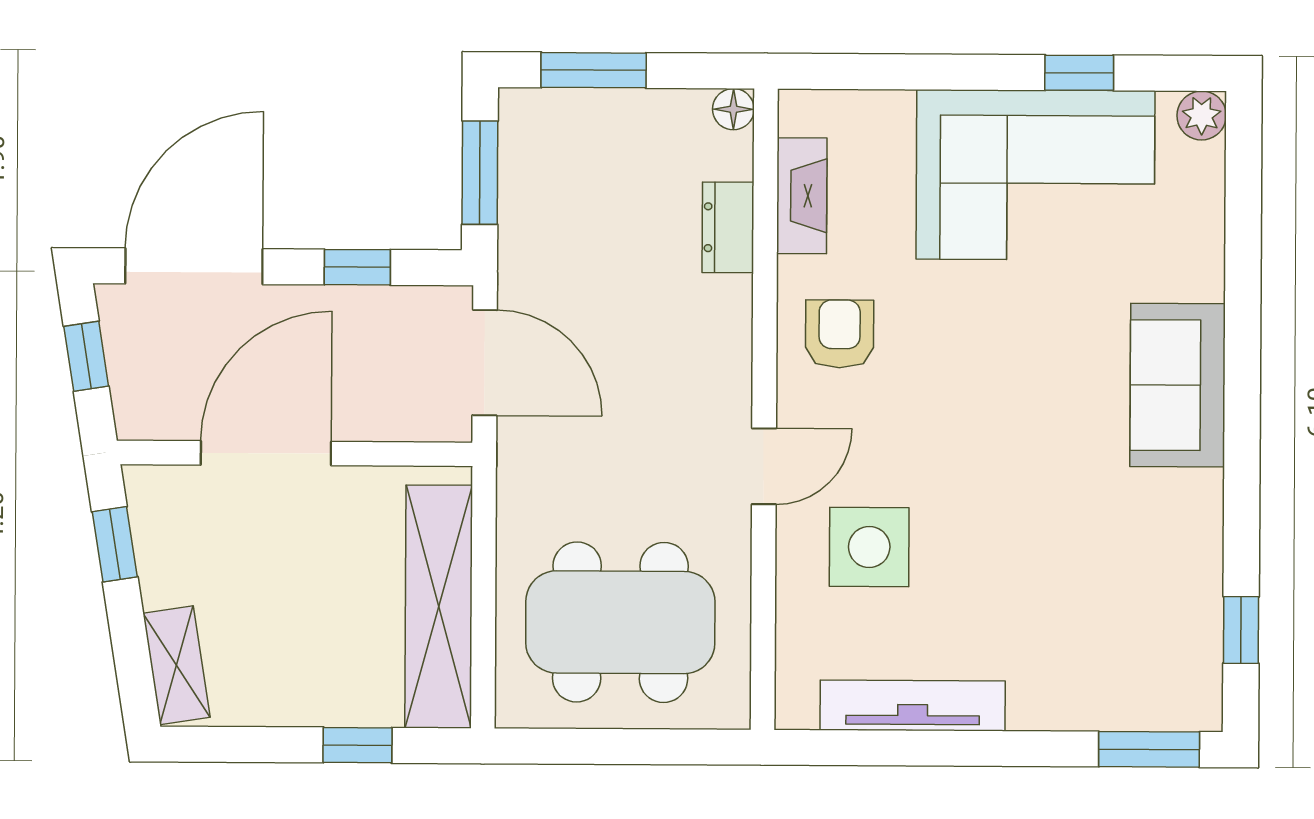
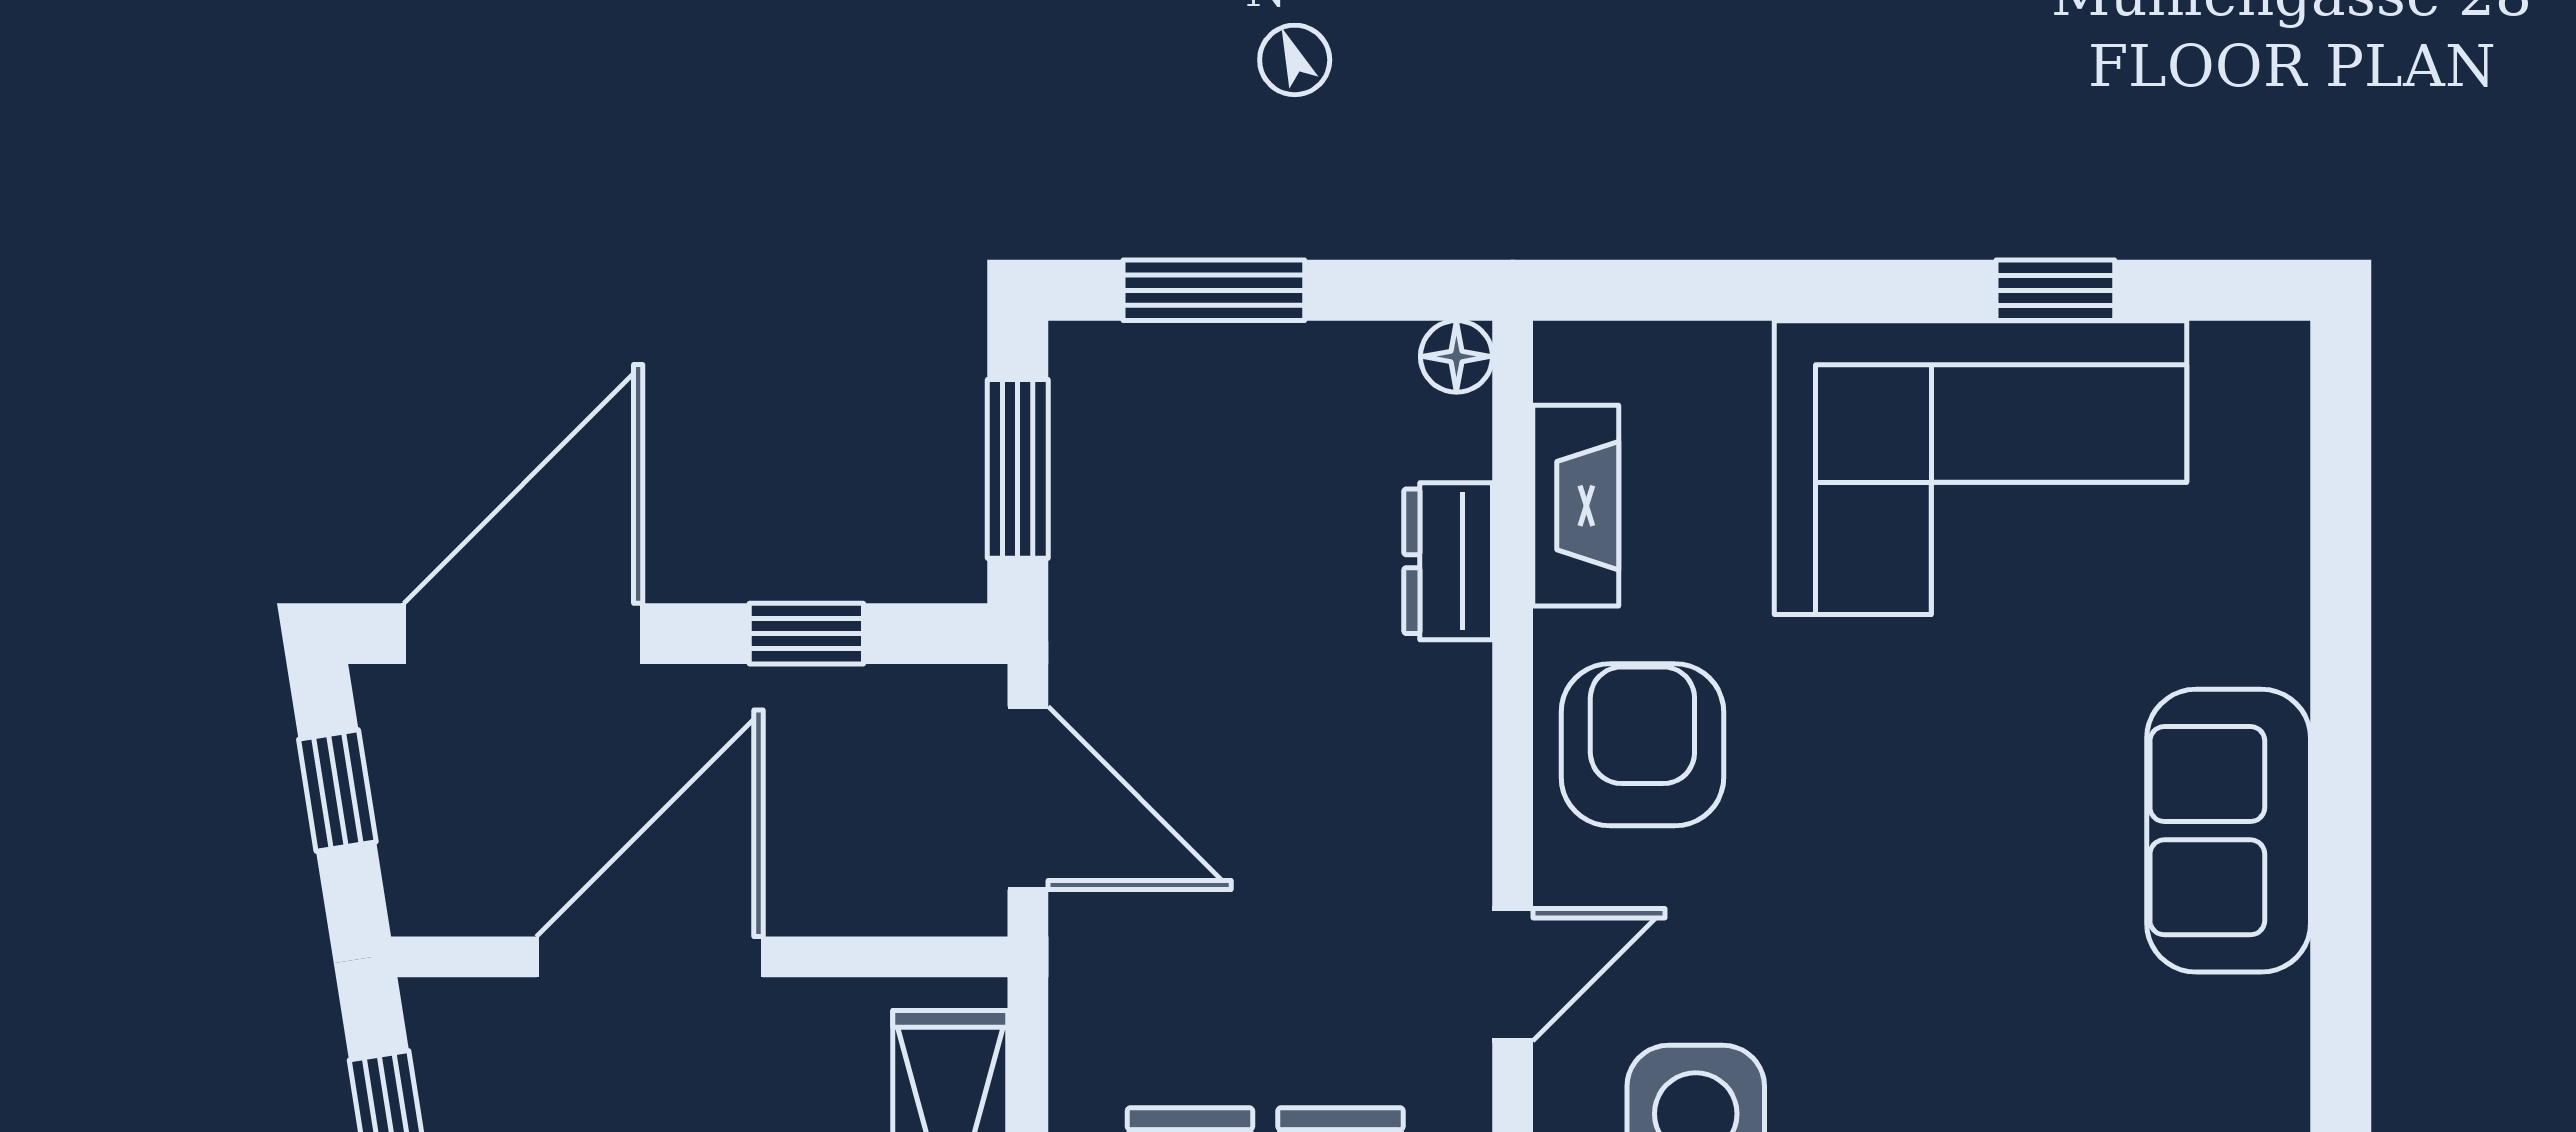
plant: (1202, 115) -> (2268, 363), removed
armchair: (840, 334) -> (1642, 745), width x1.38, depth x1.38

